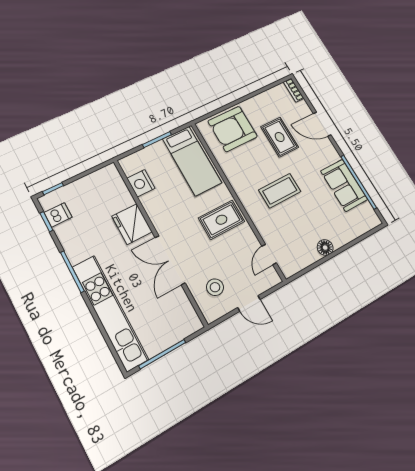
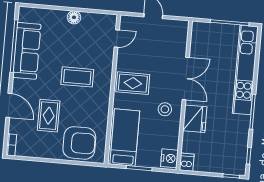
nightstand: (141, 183) -> (169, 158), moved
sofa: (344, 185) -> (27, 51), width x1.36
dishwasher: (58, 215) -> (187, 162), moved, turned 90
stool: (215, 287) -> (165, 109), moved

